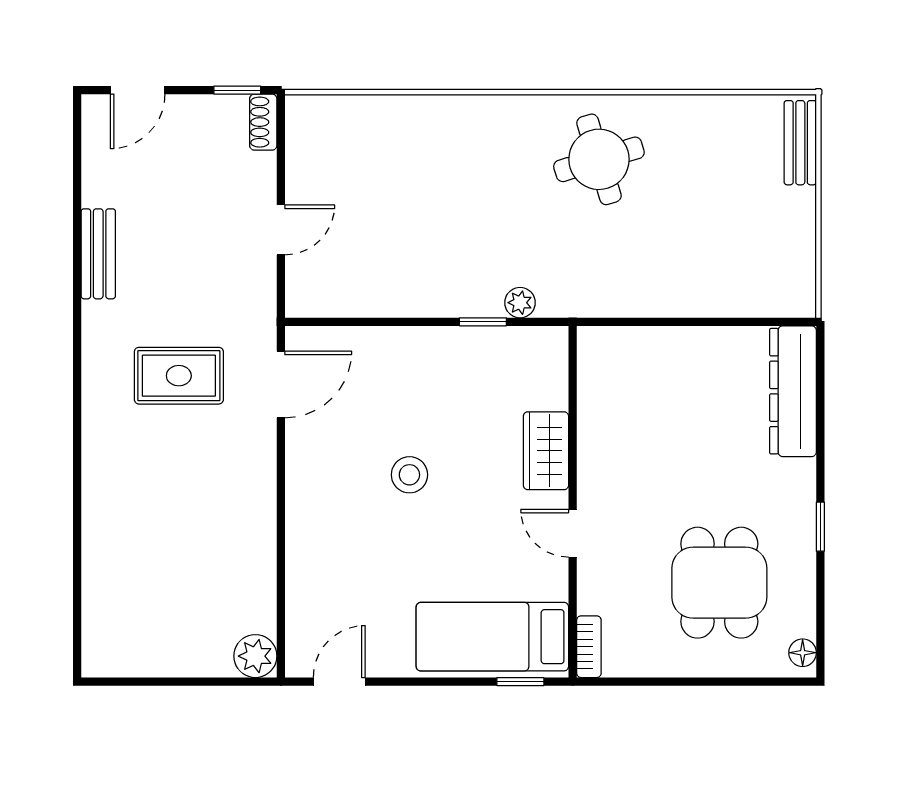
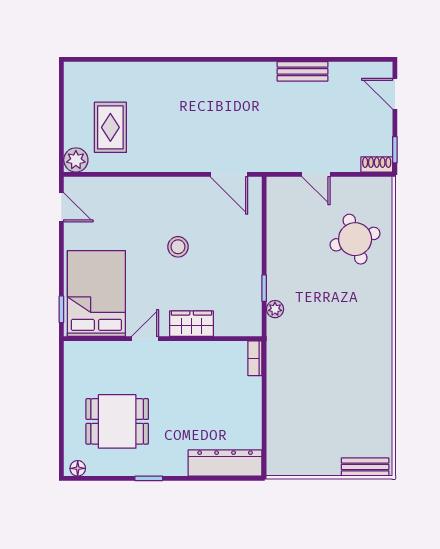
round table: (599, 159) -> (355, 239), moved
rug: (179, 376) -> (110, 127), moved
bed: (492, 637) -> (96, 294), width x1.50
bookcase: (589, 647) -> (255, 358), moved, turned 90

